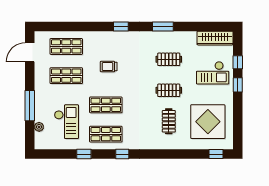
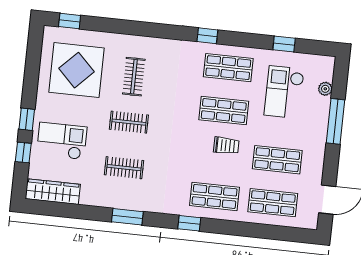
shop shelf: (106, 46) -> (214, 196), added
trolley: (109, 67) -> (226, 146), moved
window: (84, 154) -> (284, 44), moved

